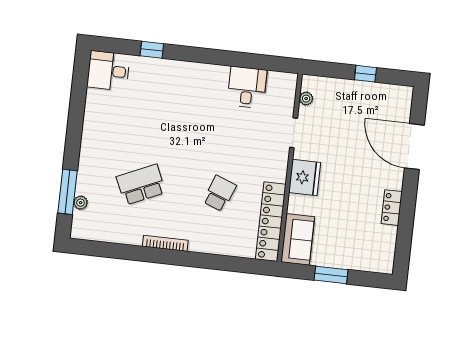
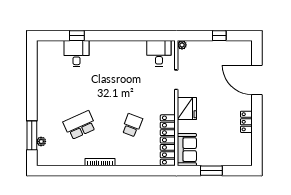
desk: (108, 71) -> (76, 54), moved, turned 90
desk: (247, 87) -> (159, 53), moved
plant: (306, 99) -> (182, 45), moved

